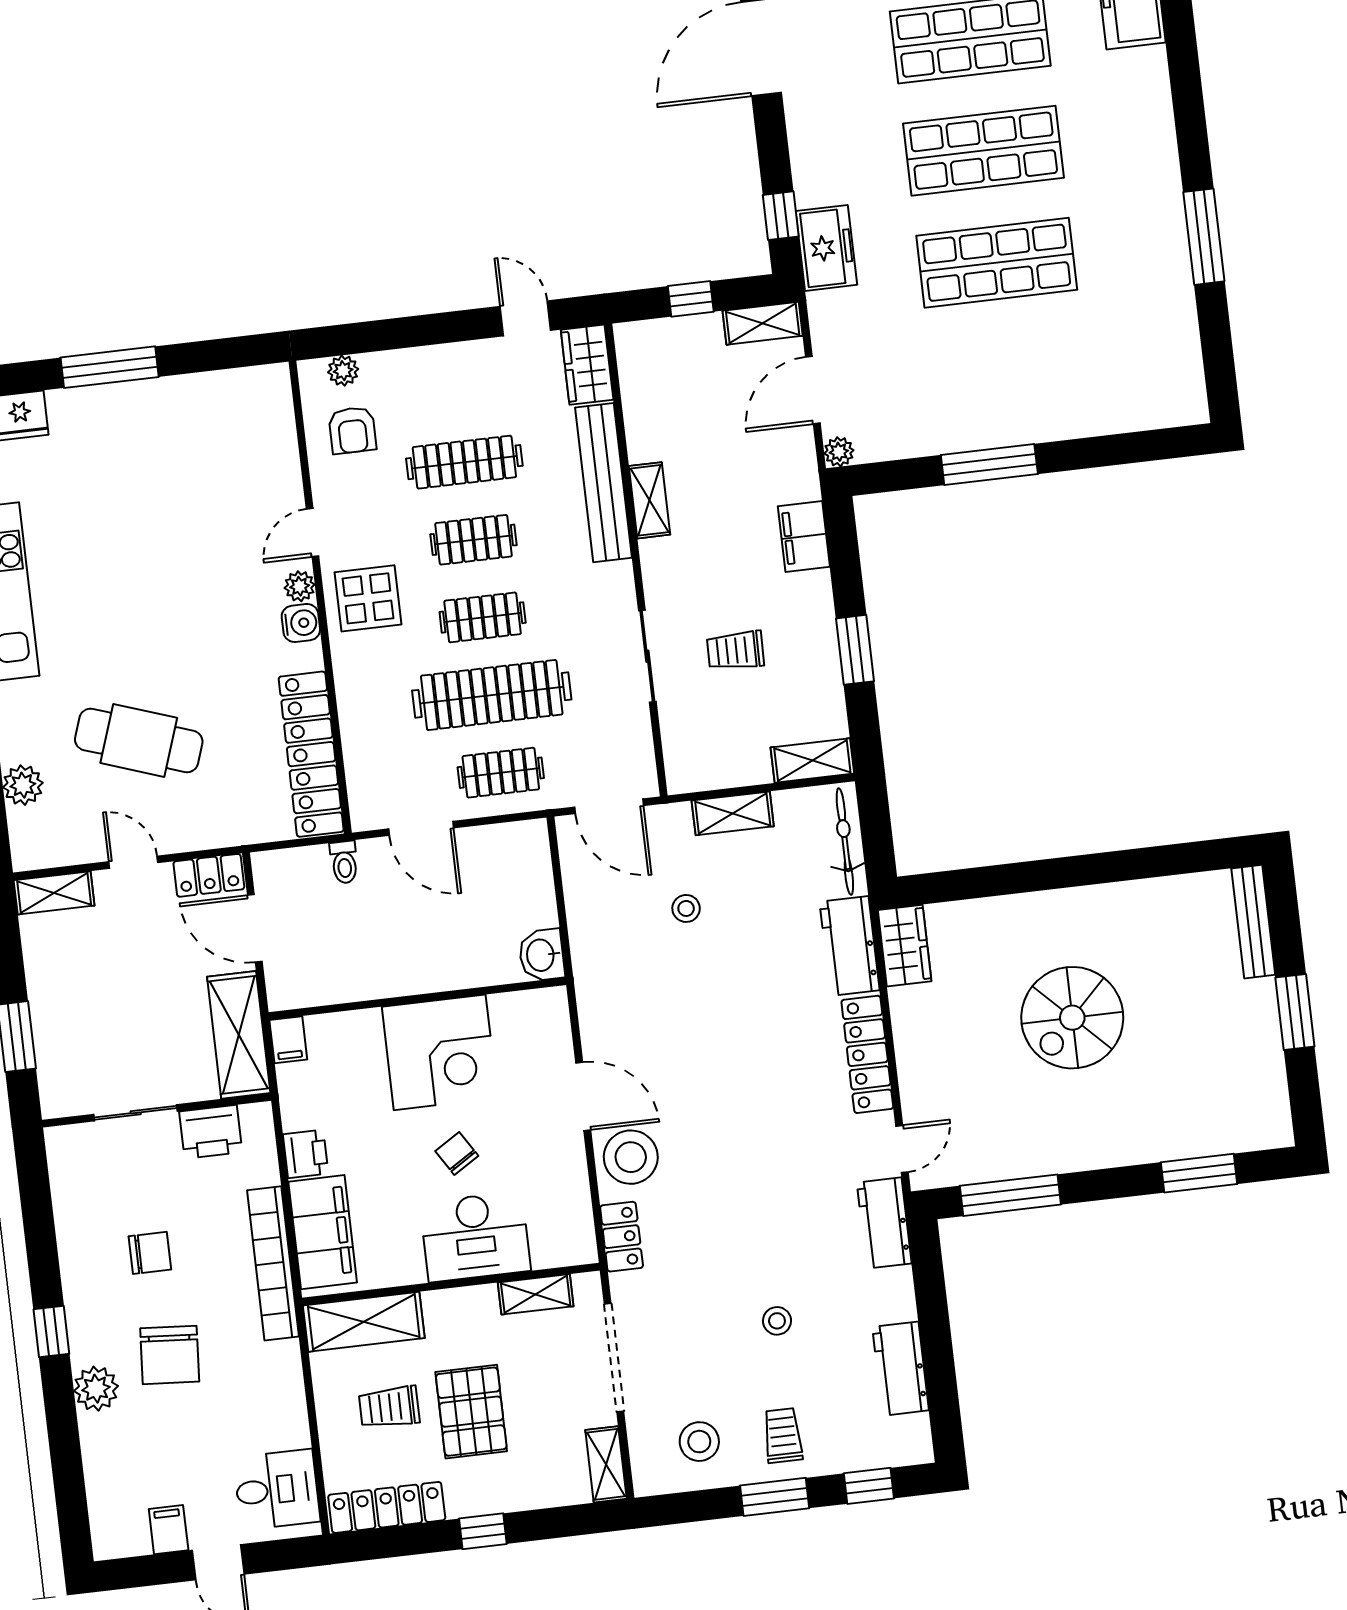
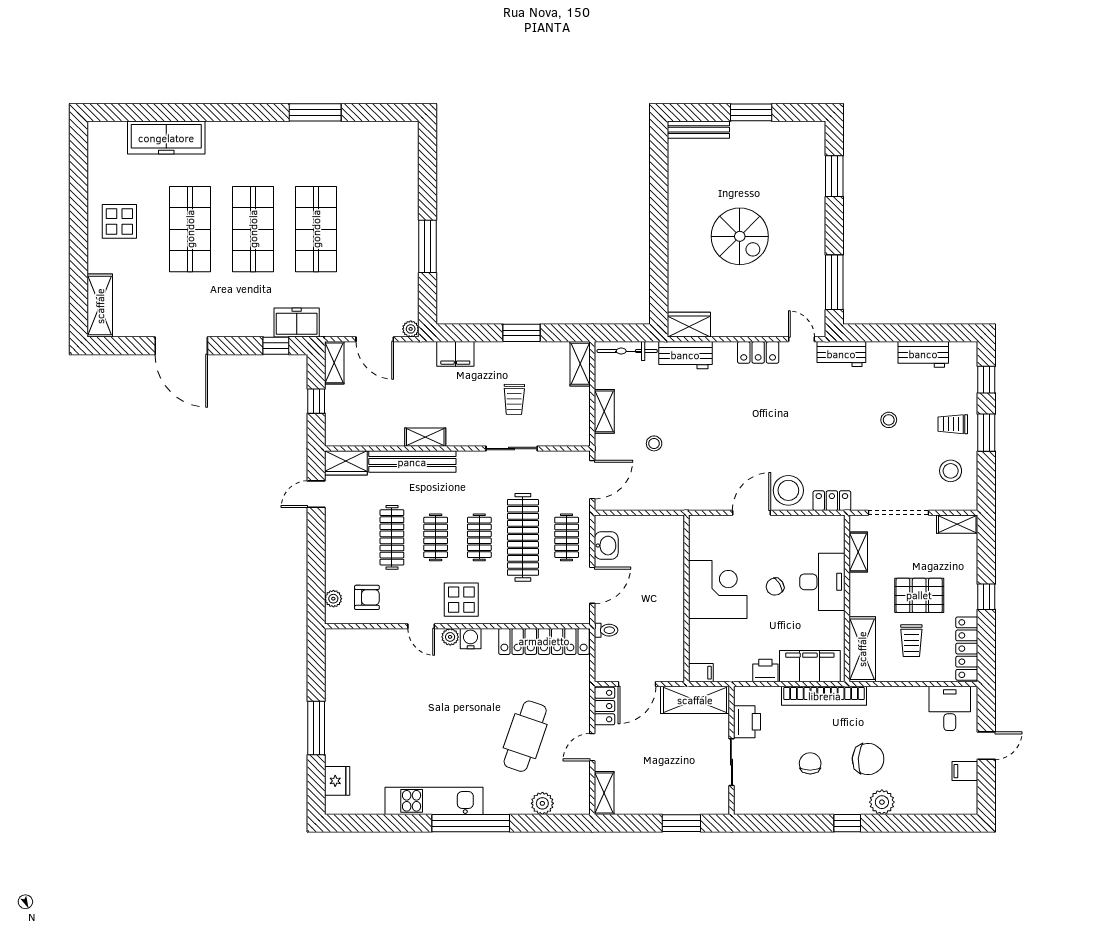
washbasin: (542, 955) -> (606, 546), moved, turned -90
locker: (867, 1054) -> (758, 352), width x0.66

